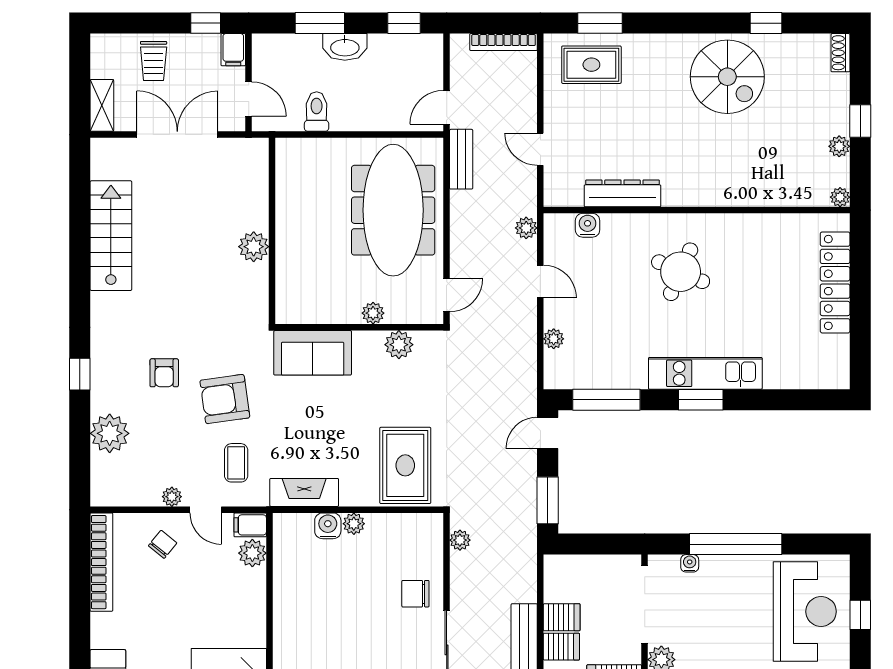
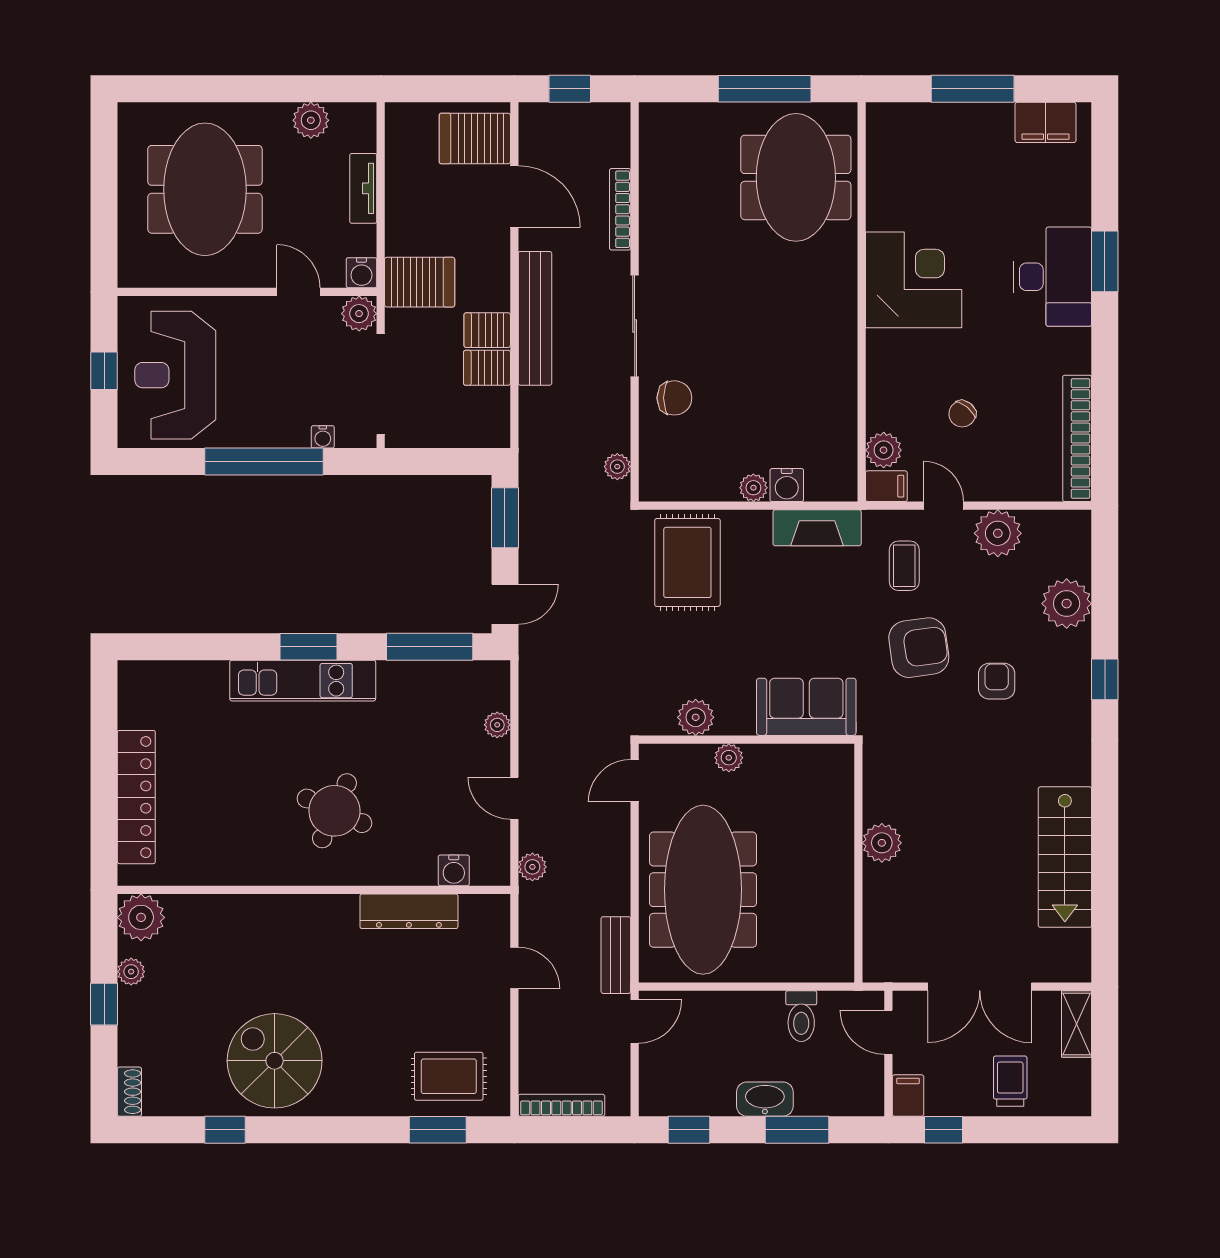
plant: (840, 197) -> (141, 917), width x1.87, depth x1.87
plant: (172, 497) -> (998, 533), width x1.88, depth x1.88
chair: (163, 544) -> (962, 414), moved

